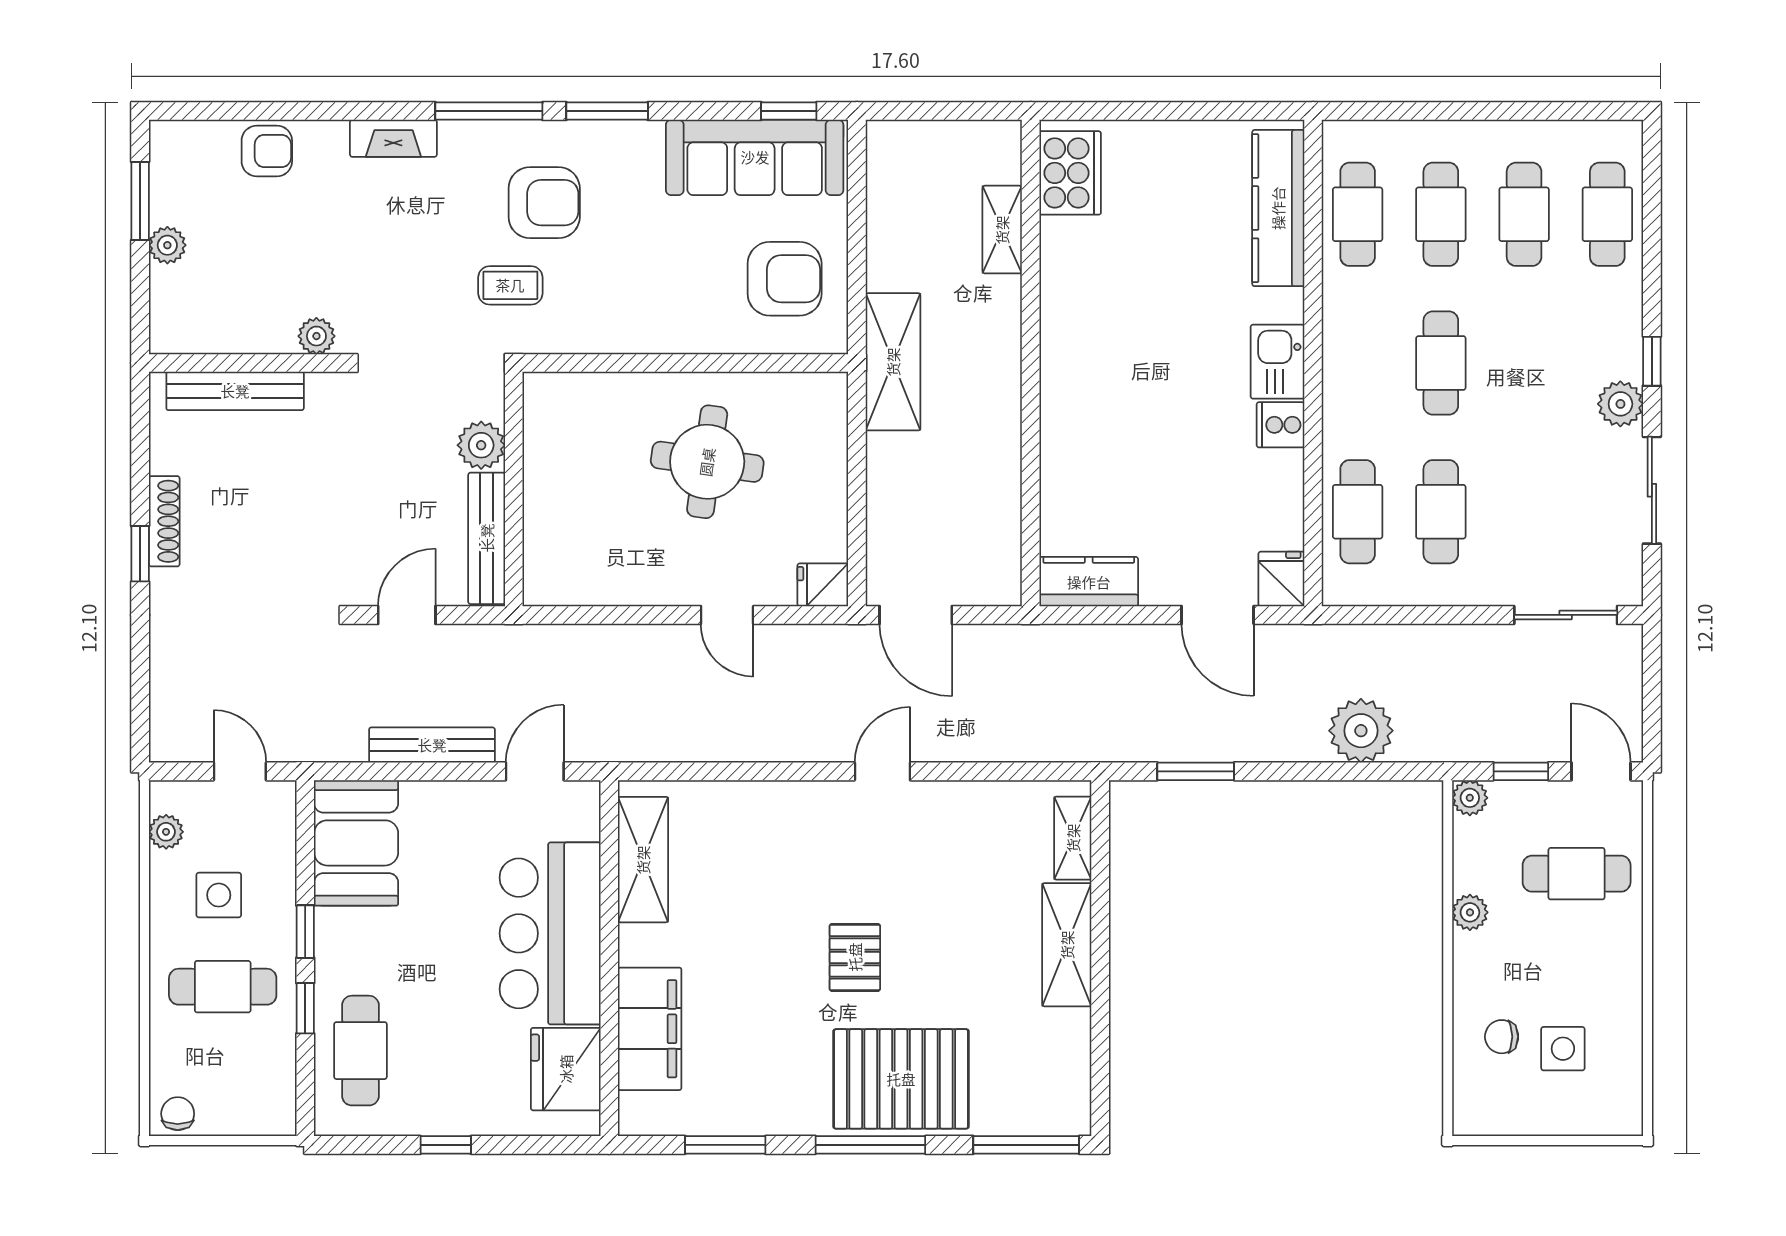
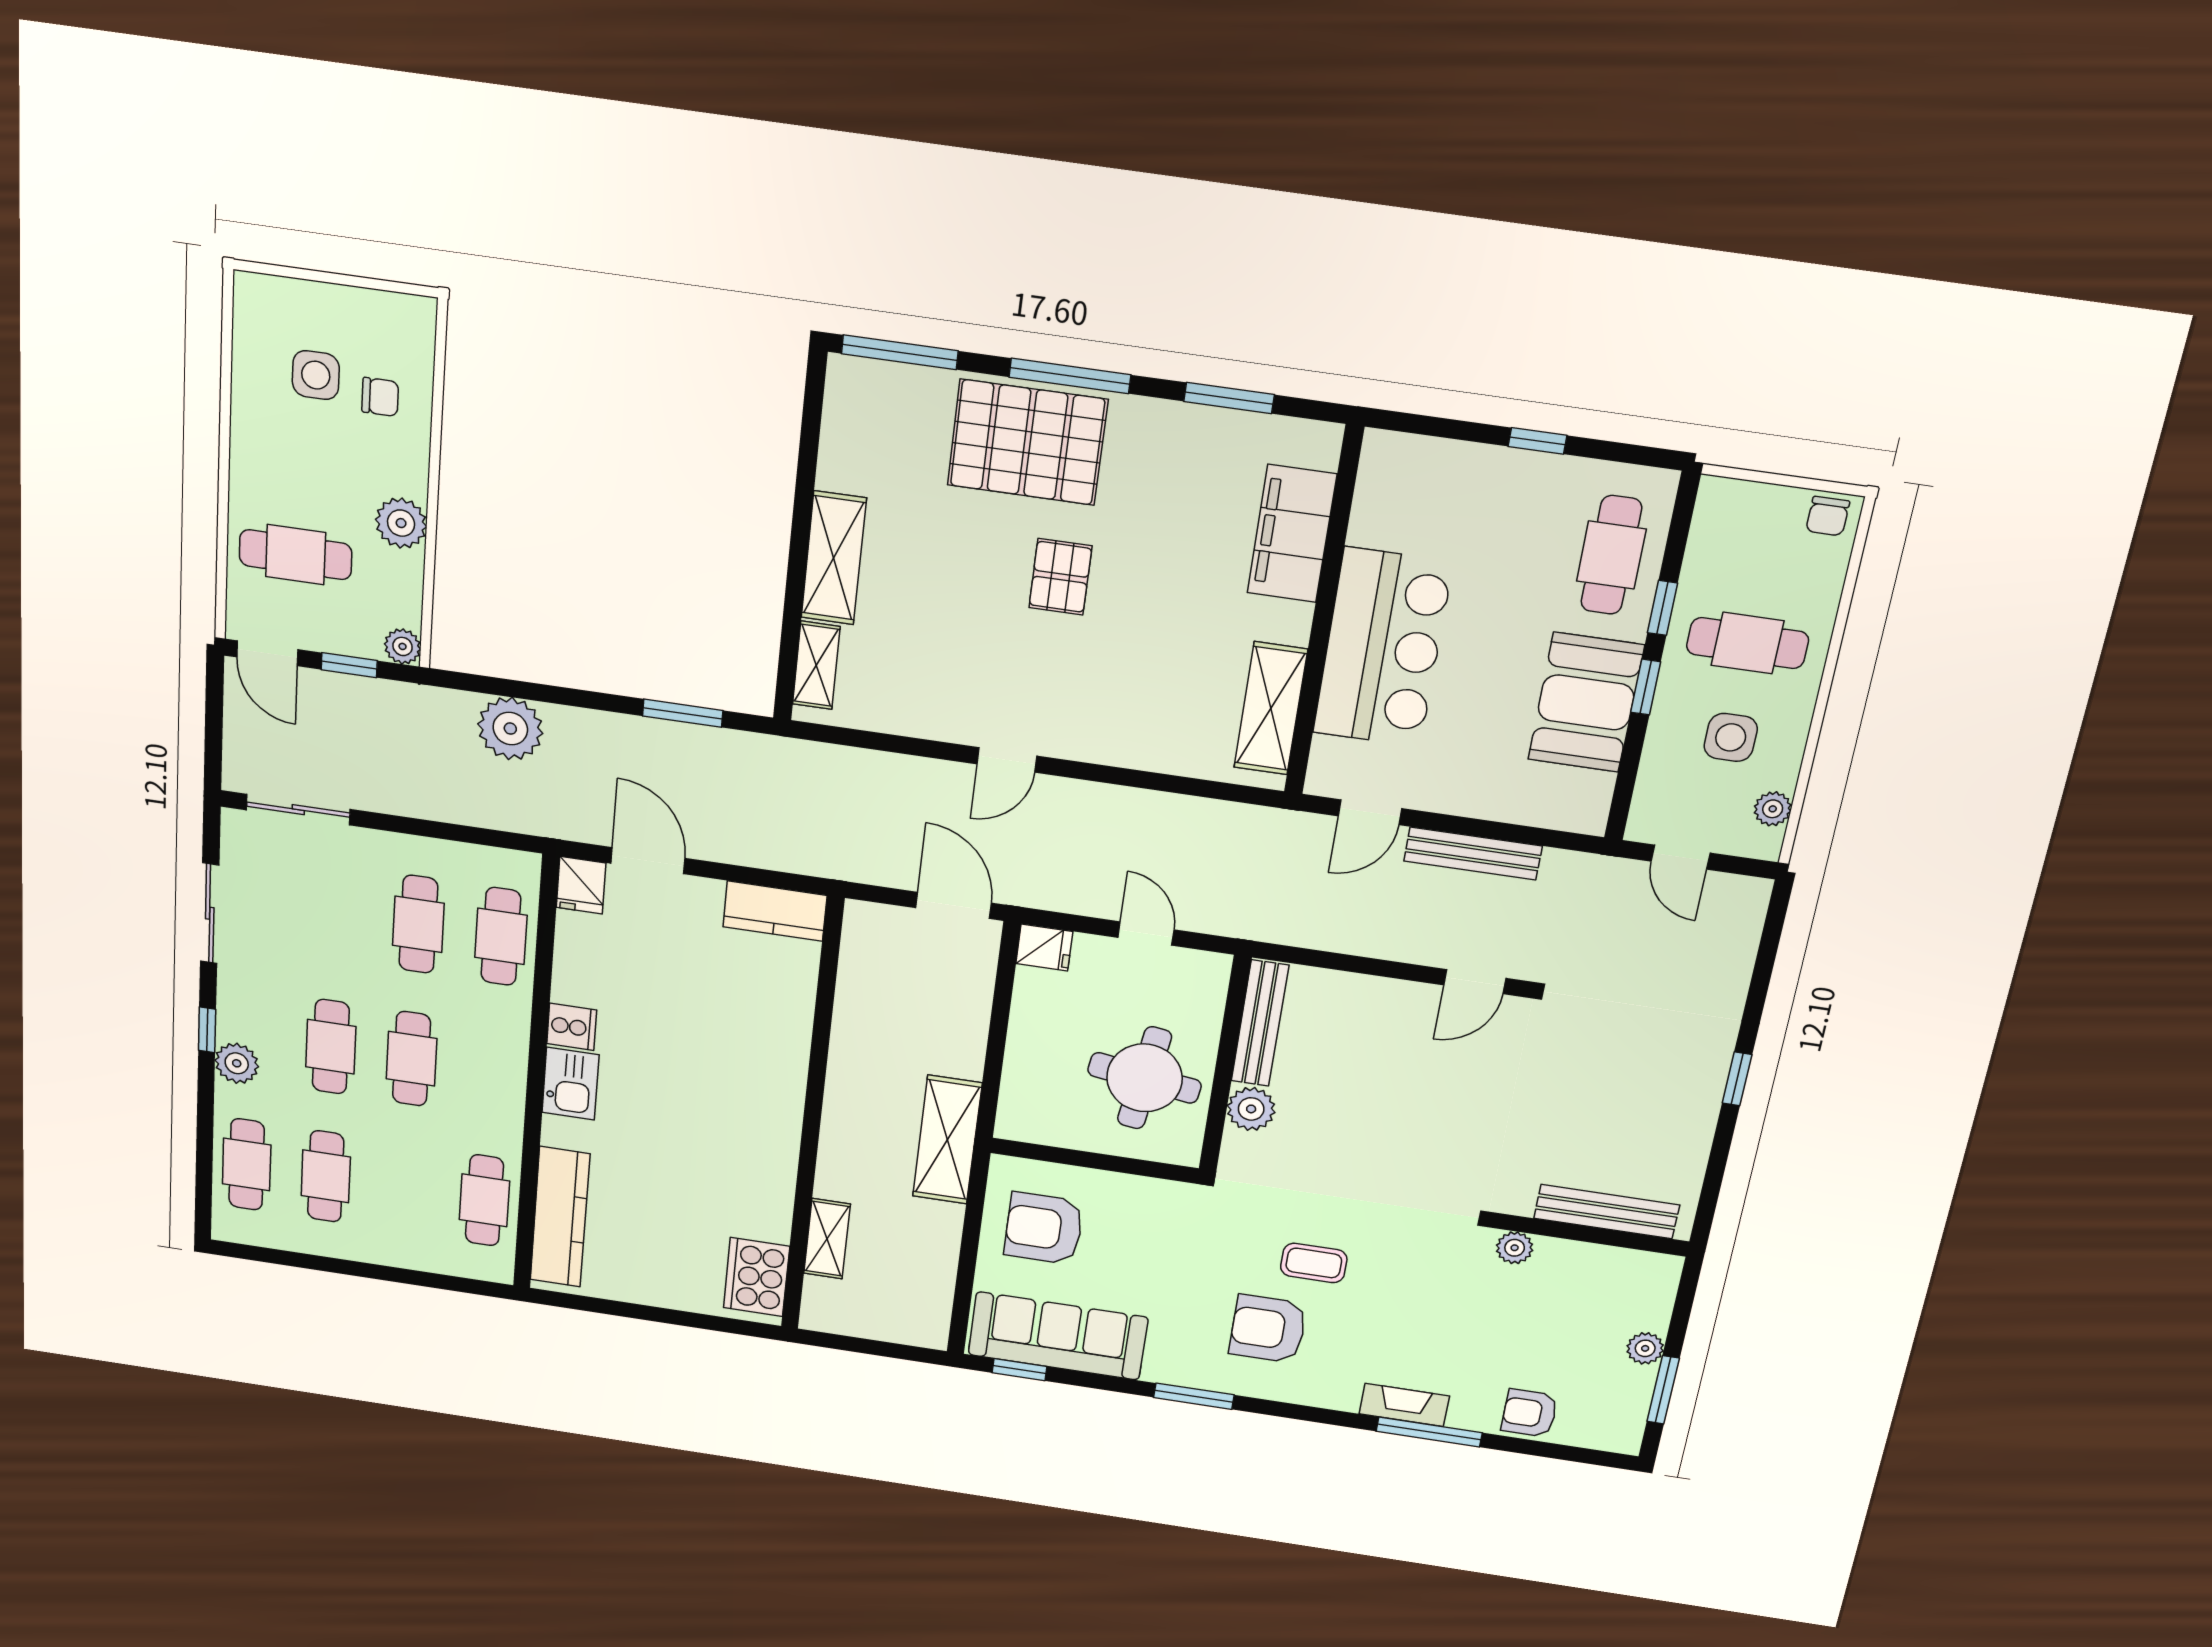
window: (489, 111) -> (1429, 1432), moved
cafe table: (1441, 214) -> (331, 1047), moved
plant: (1620, 404) -> (237, 1063), moved
plant: (481, 445) -> (1251, 1109), moved
wall: (514, 489) -> (1225, 1064), moved
shoe rack: (164, 521) -> (1705, 1105), removed
bench: (487, 538) -> (1260, 1023), moved
booth: (356, 843) -> (1586, 702), moved
plant: (1470, 912) -> (401, 523), width x1.38, depth x1.38
fridge: (566, 1069) -> (1391, 504), removed

